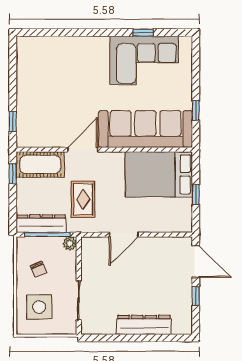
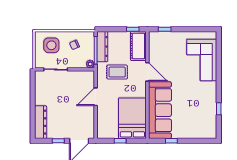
corner sofa: (144, 60) -> (202, 60), moved
door: (124, 235) -> (96, 97), hinge flipped
dresser: (144, 325) -> (41, 122), moved

